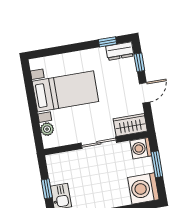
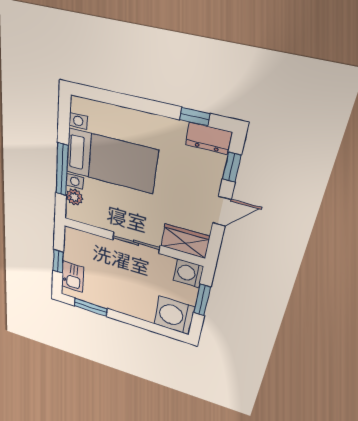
window: (34, 113) -> (62, 170), added

